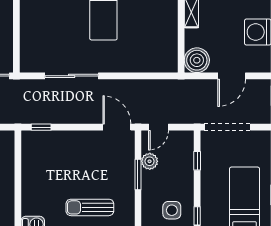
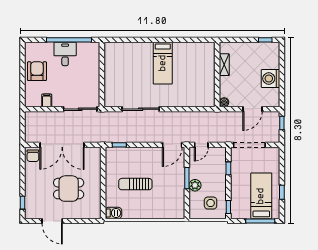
boiler: (197, 60) -> (224, 102), width x0.54, depth x0.54
door: (117, 127) -> (172, 145), swing flipped
plant: (150, 161) -> (195, 185), moved
sun lounger: (90, 207) -> (135, 184), moved

